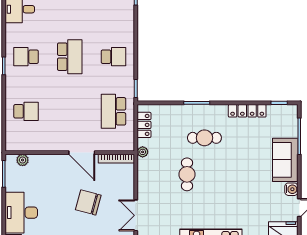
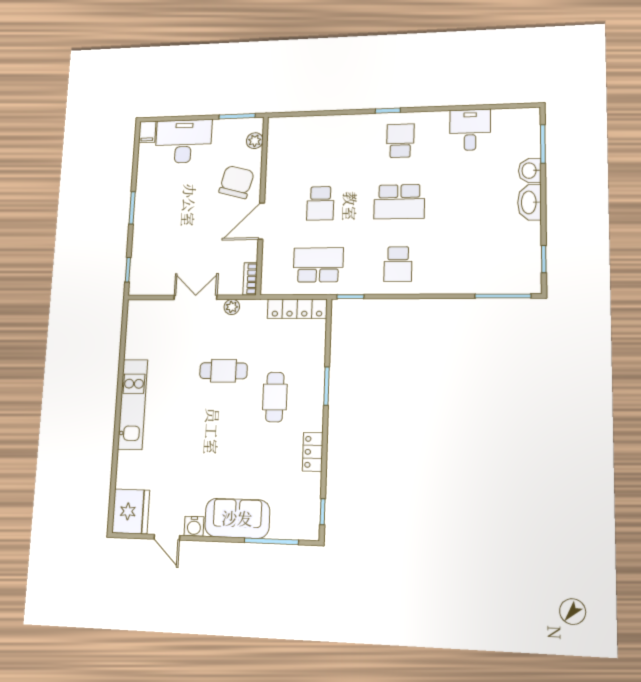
school desk: (26, 111) -> (320, 203), moved
locker: (247, 111) -> (313, 452), width x0.66
locker: (144, 125) -> (297, 309), width x1.53
plant: (143, 152) -> (232, 307), moved
bookcase: (116, 159) -> (250, 279), width x0.64
chair: (88, 202) -> (236, 182), moved
double door: (136, 215) -> (195, 297), moved

